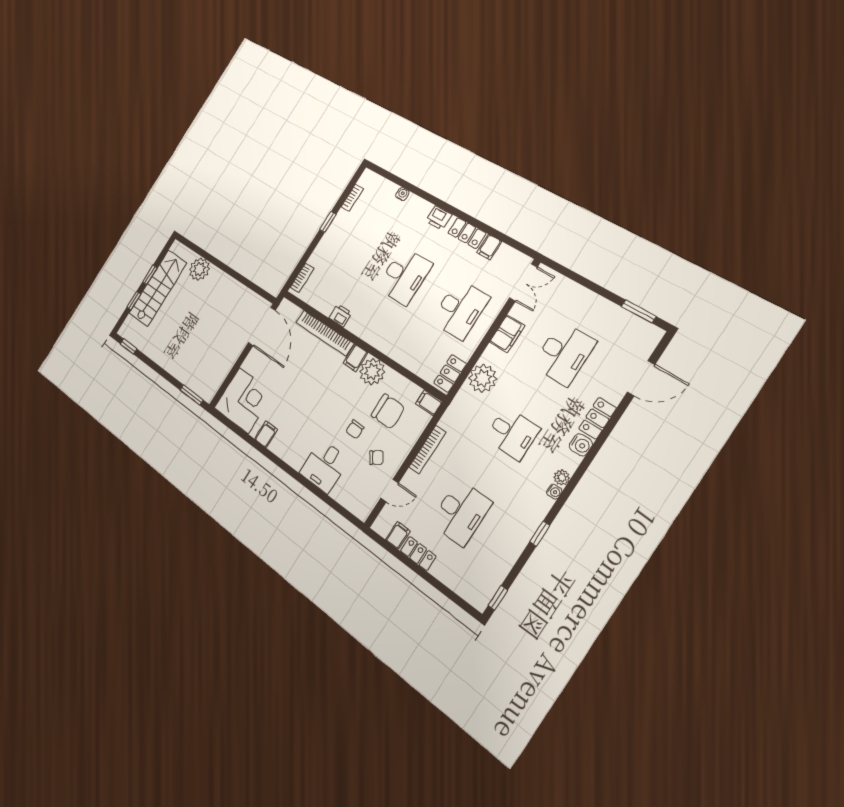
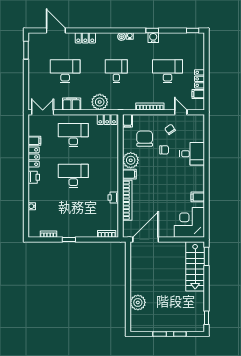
stairs: (158, 288) -> (195, 266), moved, turned -90
water cooler: (581, 445) -> (153, 38), moved

